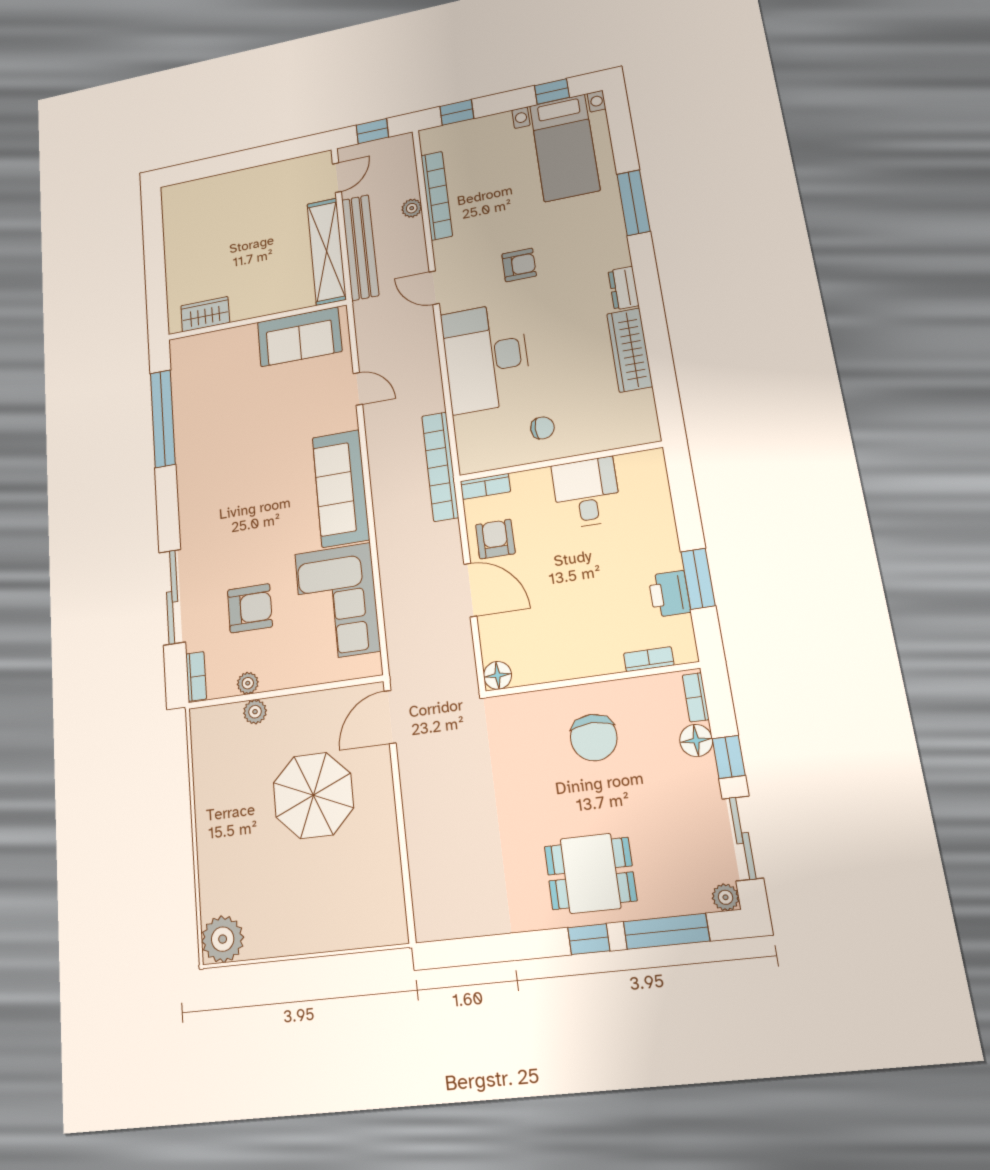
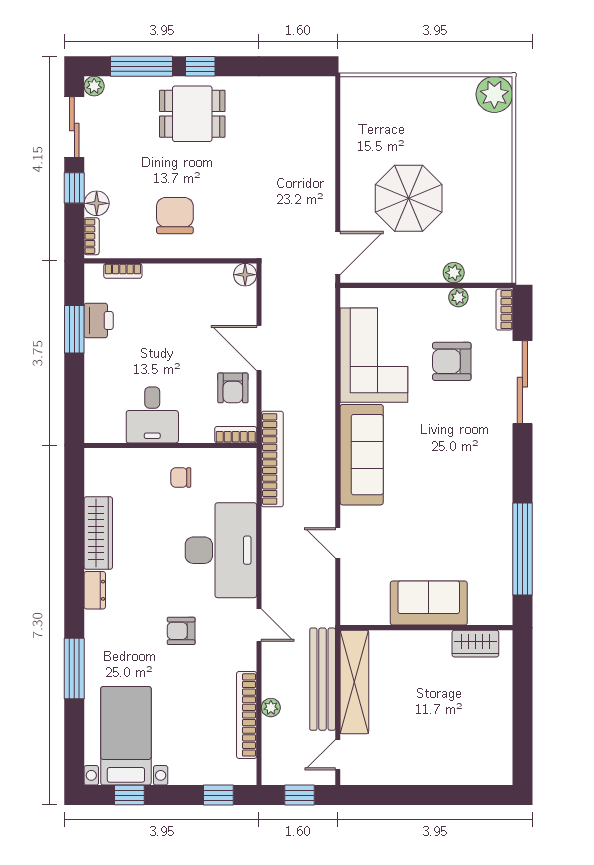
sofa: (299, 337) -> (429, 603), moved

